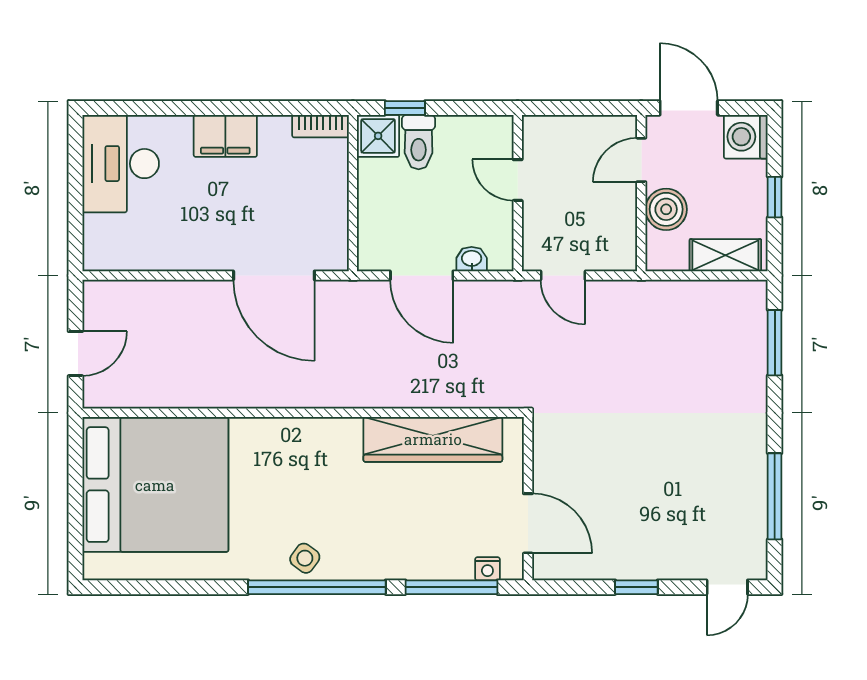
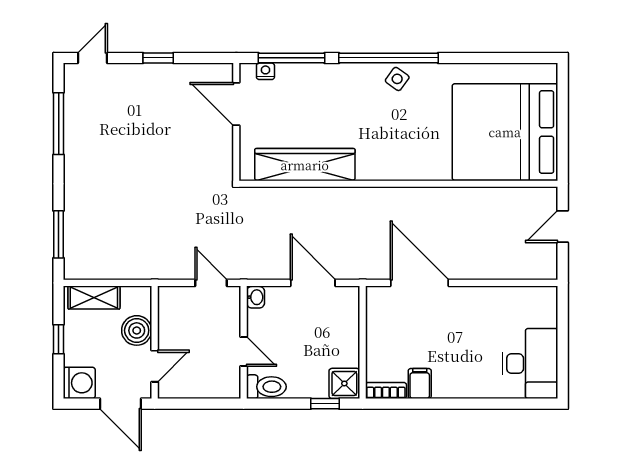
filing cabinet: (225, 136) -> (420, 383), moved, width x0.50
toilet: (419, 142) -> (266, 387), moved, turned 90
washbasin: (472, 259) -> (256, 297), moved, turned -90

